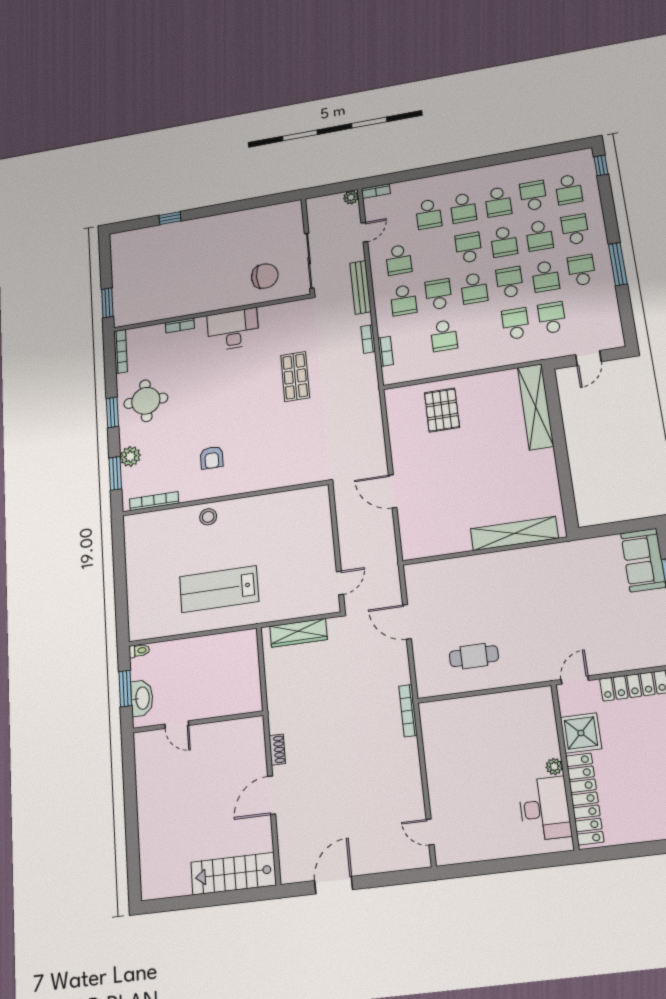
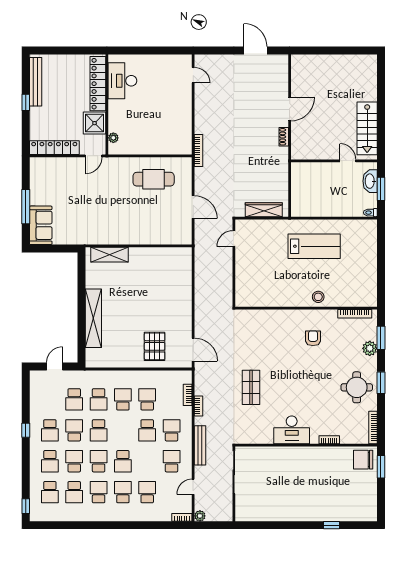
school desk: (569, 189) -> (50, 492), turned 180
window: (618, 264) -> (26, 430), width x0.46
chair: (265, 276) -> (363, 460), moved
school desk: (474, 288) -> (123, 399), moved
shelving: (536, 407) -> (93, 318), moved
door: (393, 491) -> (193, 350), moved
shelving: (514, 533) -> (110, 255), width x0.68
cafe table: (474, 656) -> (154, 179), width x1.37, depth x1.35
plant: (554, 766) -> (113, 138), moved
stairs: (233, 874) -> (367, 128), moved, turned 90
door: (334, 885) -> (255, 51), swing flipped

